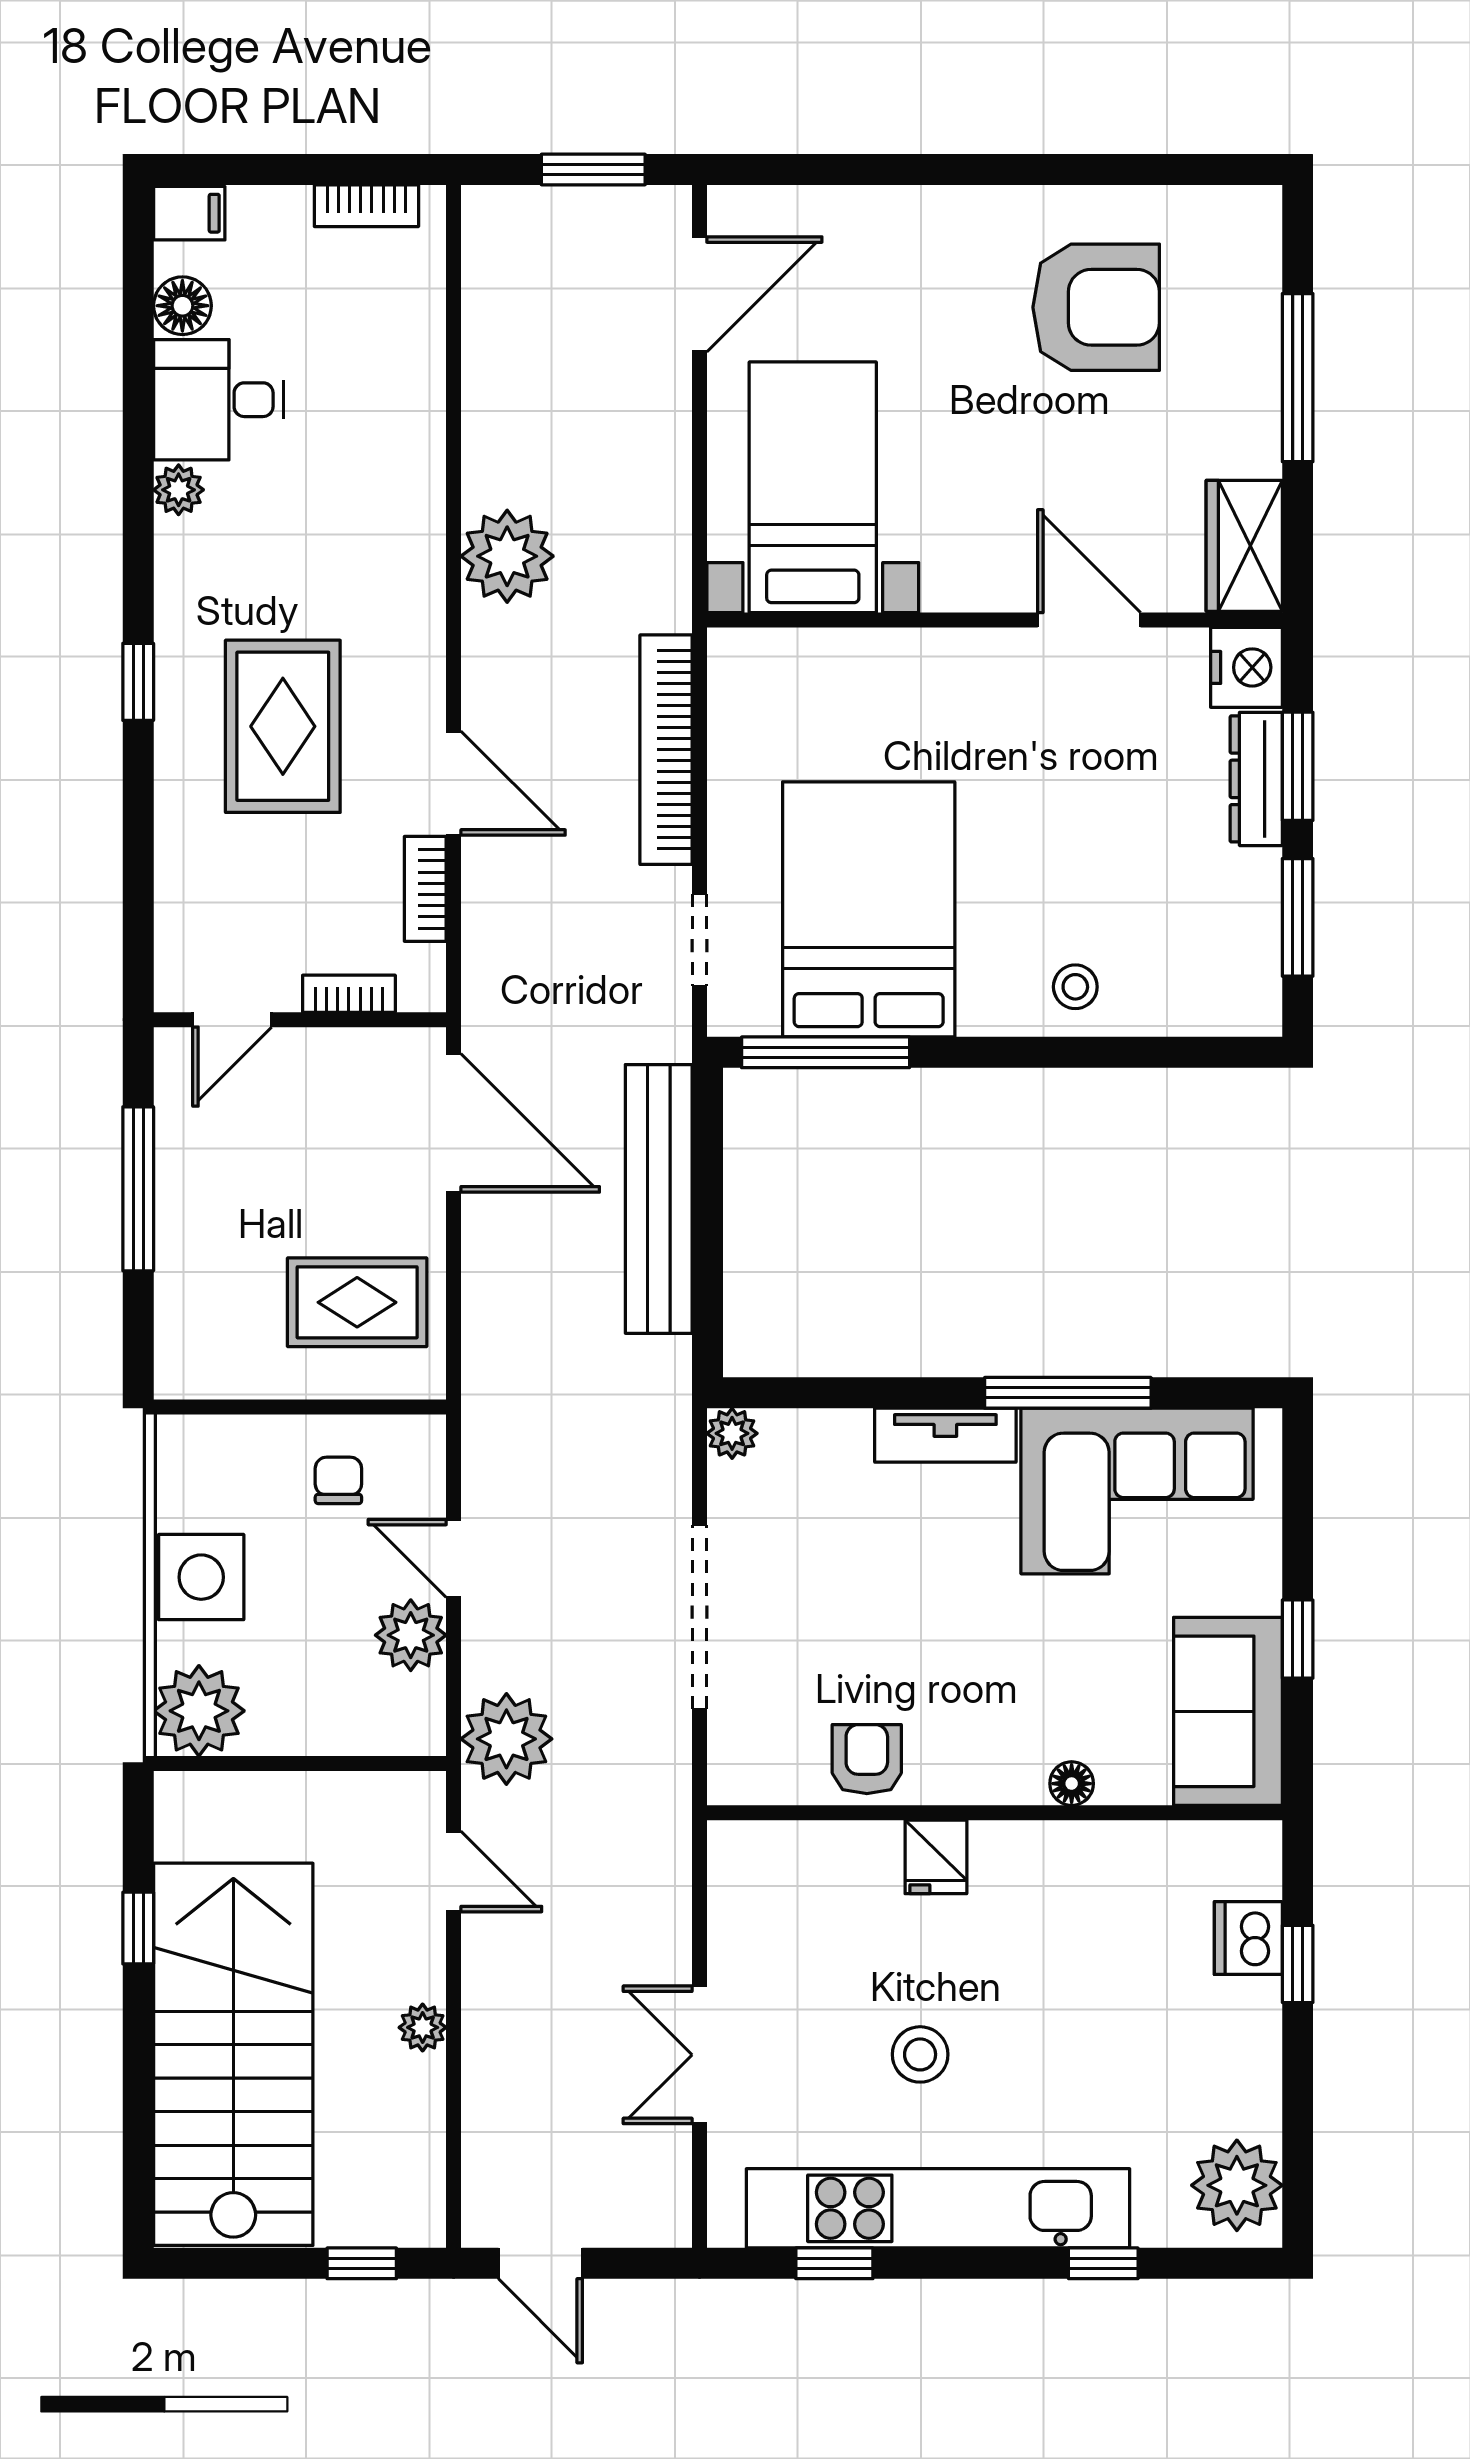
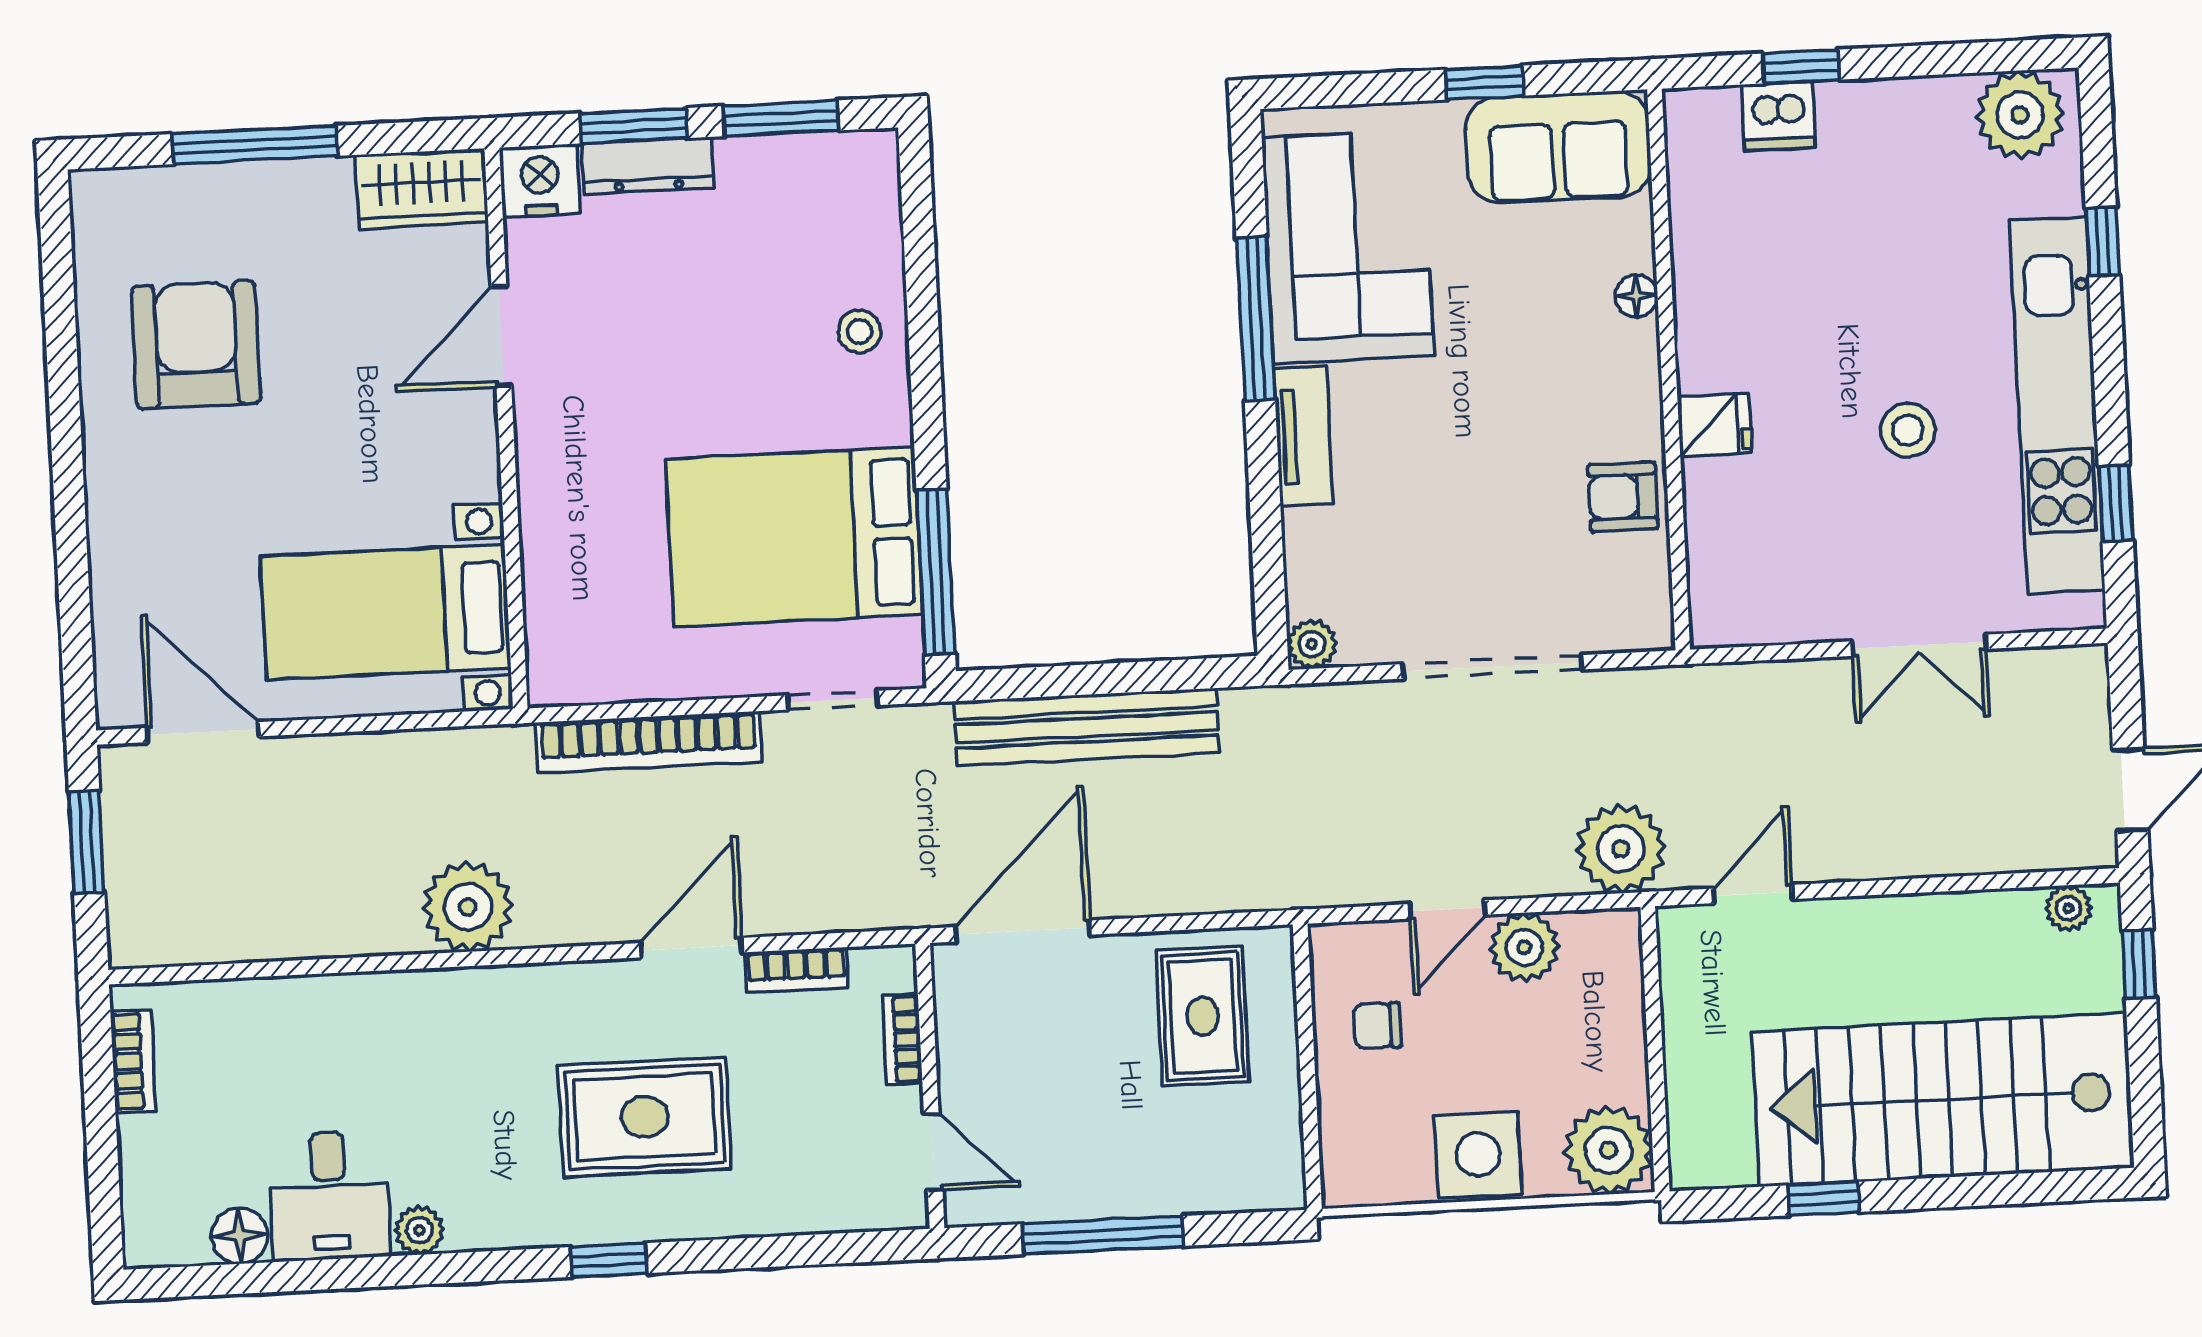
filing cabinet: (189, 213) -> (149, 1234), removed
plant: (423, 2027) -> (2069, 908), moved

